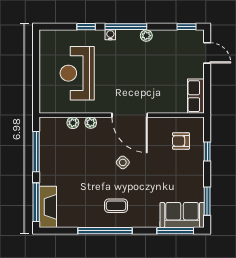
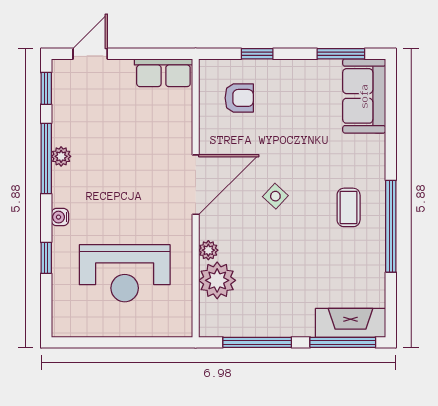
window: (126, 27) -> (46, 158), moved
plant: (73, 123) -> (217, 280), width x1.87, depth x1.87
armchair: (181, 141) -> (239, 98), turned -90
window: (175, 231) -> (391, 107), removed

